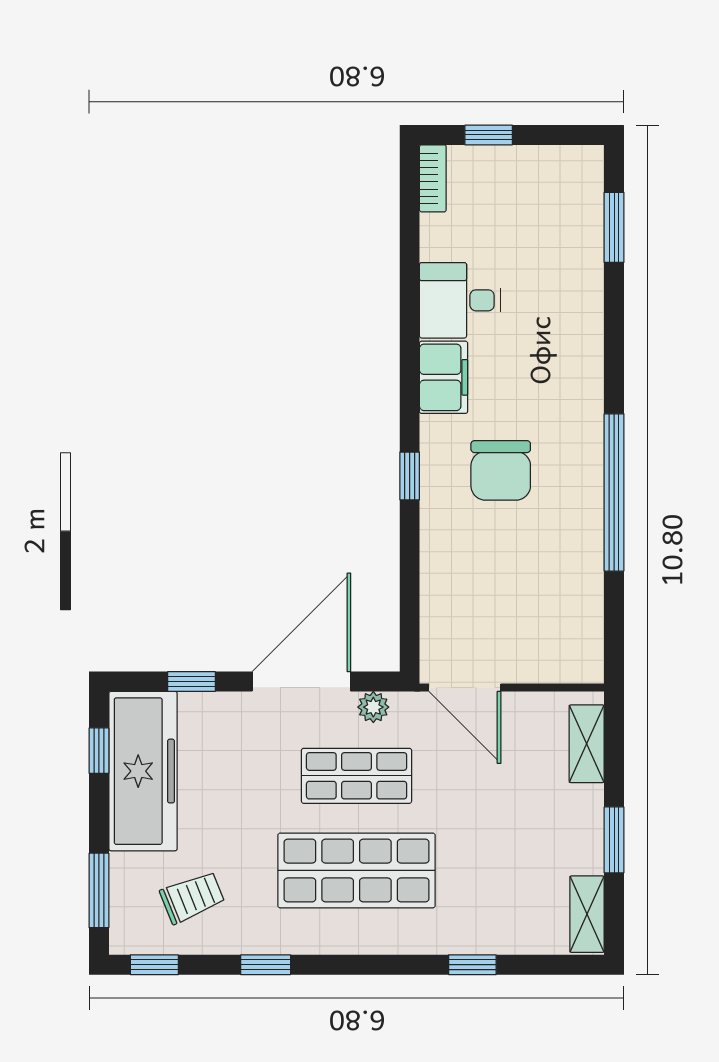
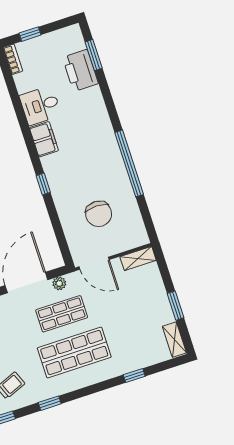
printer: (574, 252) -> (80, 70), added
chair: (501, 470) -> (99, 214), moved
shelving: (587, 744) -> (138, 259), moved, turned 90

